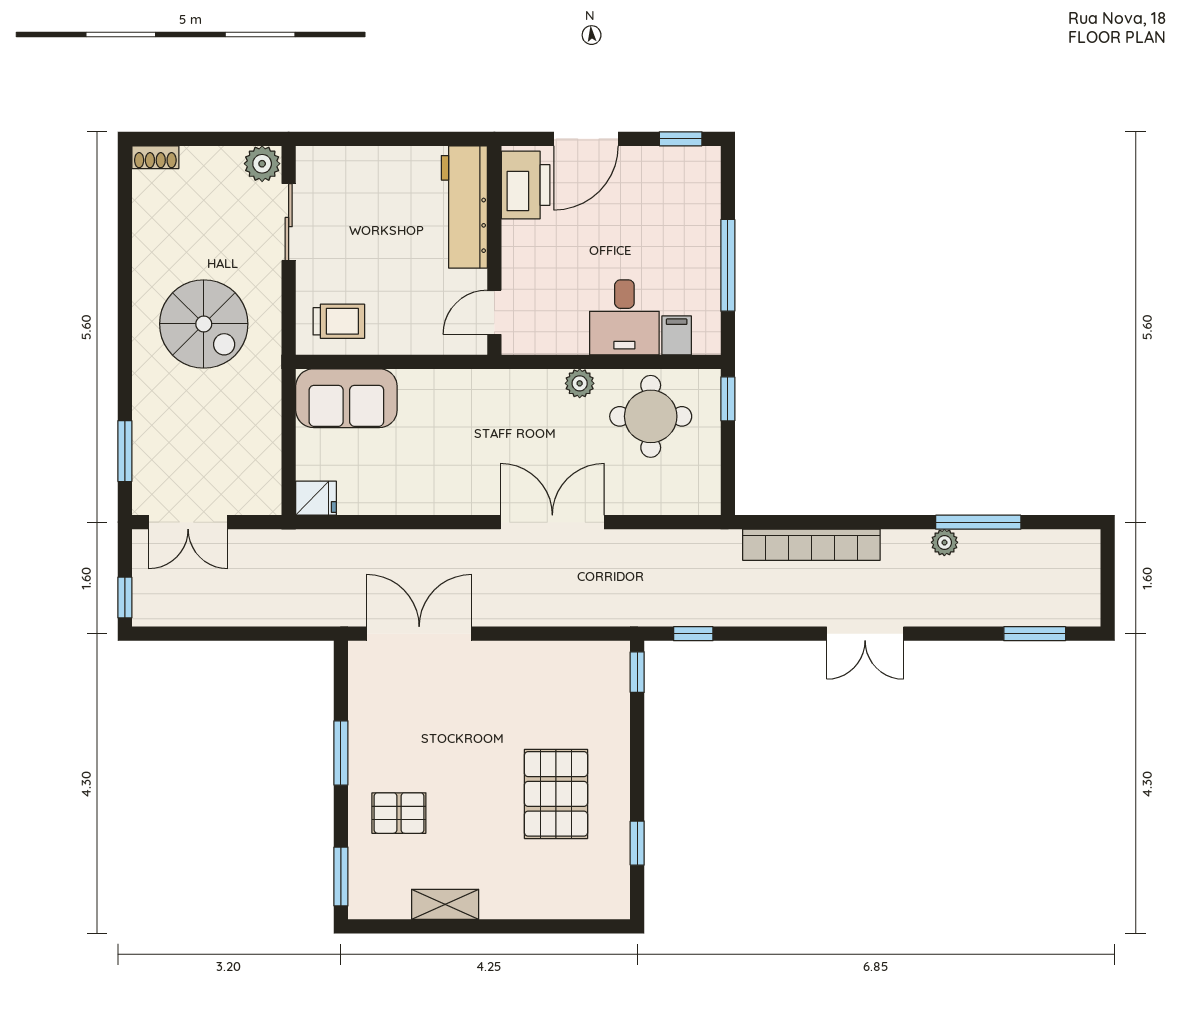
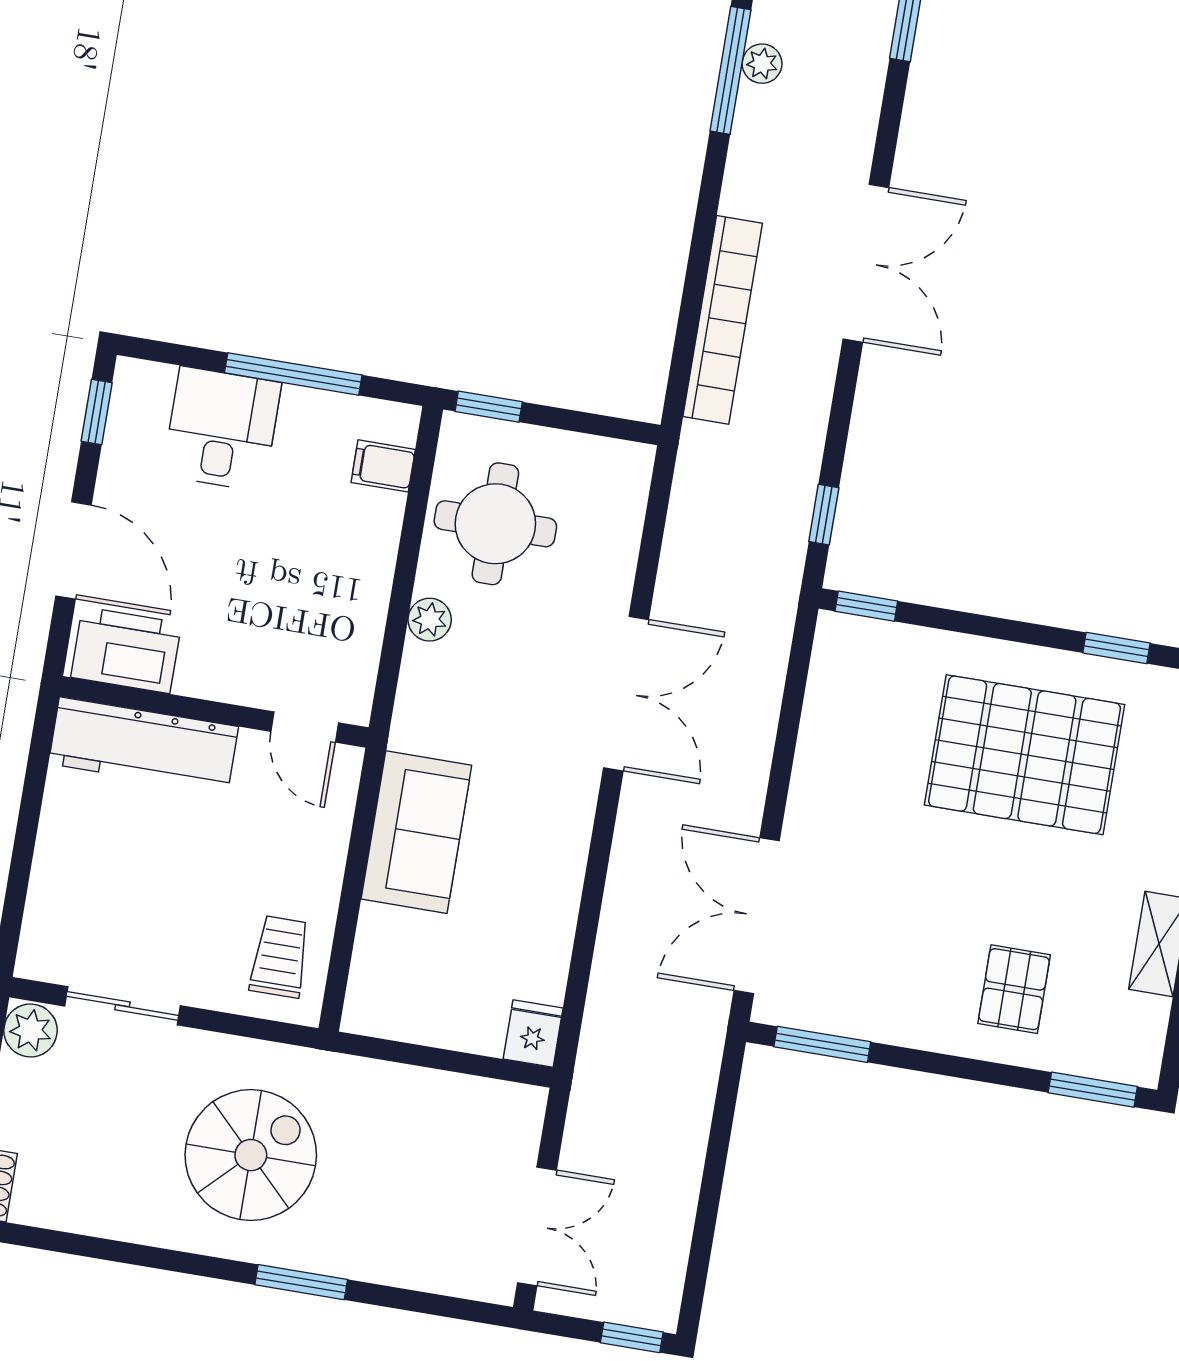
desk: (624, 317) -> (222, 429), moved, turned -90
sofa: (346, 398) -> (416, 832), moved
window: (125, 451) -> (301, 1282), moved
double door: (552, 522) -> (626, 694), swing flipped
plant: (944, 542) -> (762, 64), moved
double door: (865, 634) -> (866, 263), width x1.37
window: (341, 753) -> (822, 1044), moved
pallet: (556, 794) -> (1025, 755), width x1.37, depth x1.41

